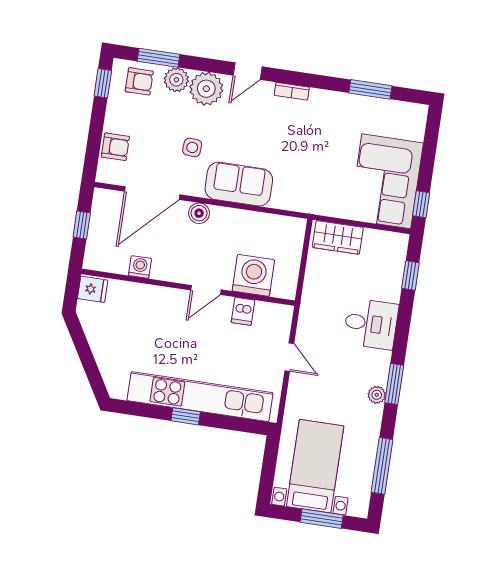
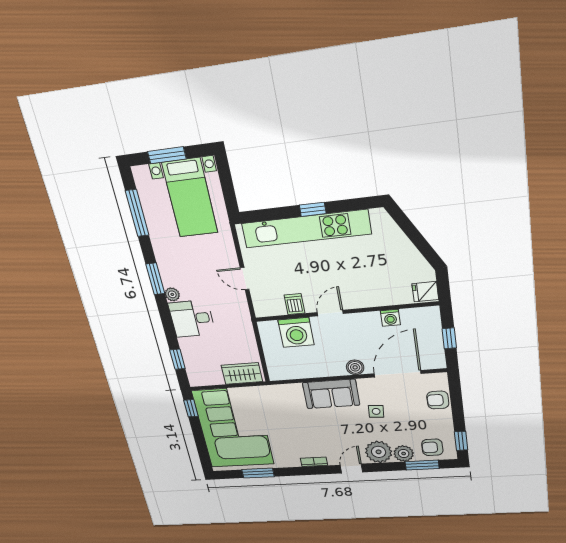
corner sofa: (386, 181) -> (233, 428), width x1.36, depth x1.36
plant: (377, 395) -> (172, 294), moved

